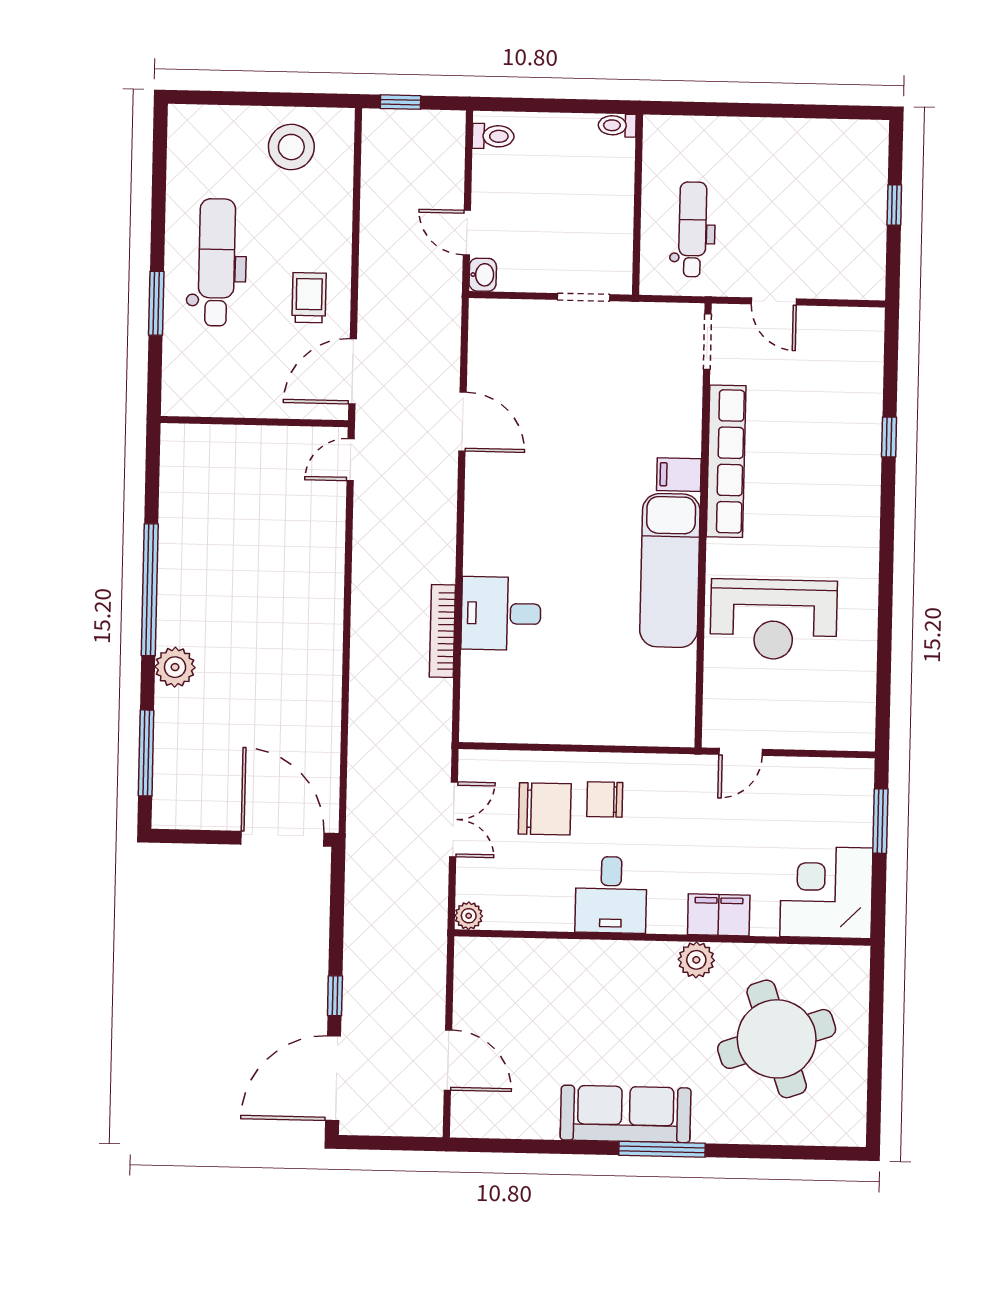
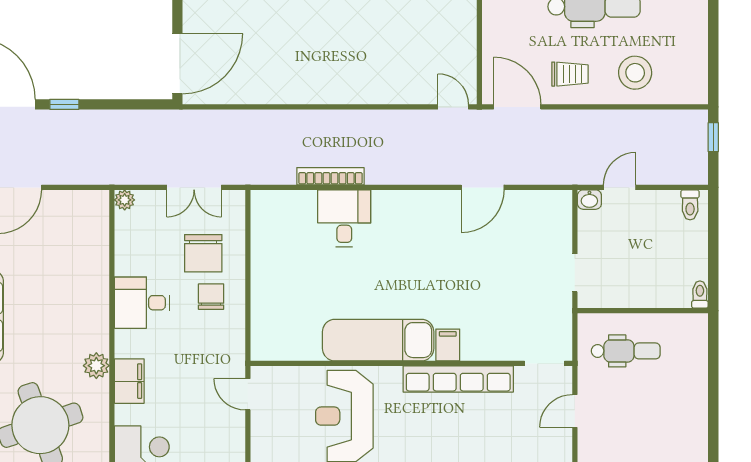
stool: (291, 147) -> (635, 73), moved

